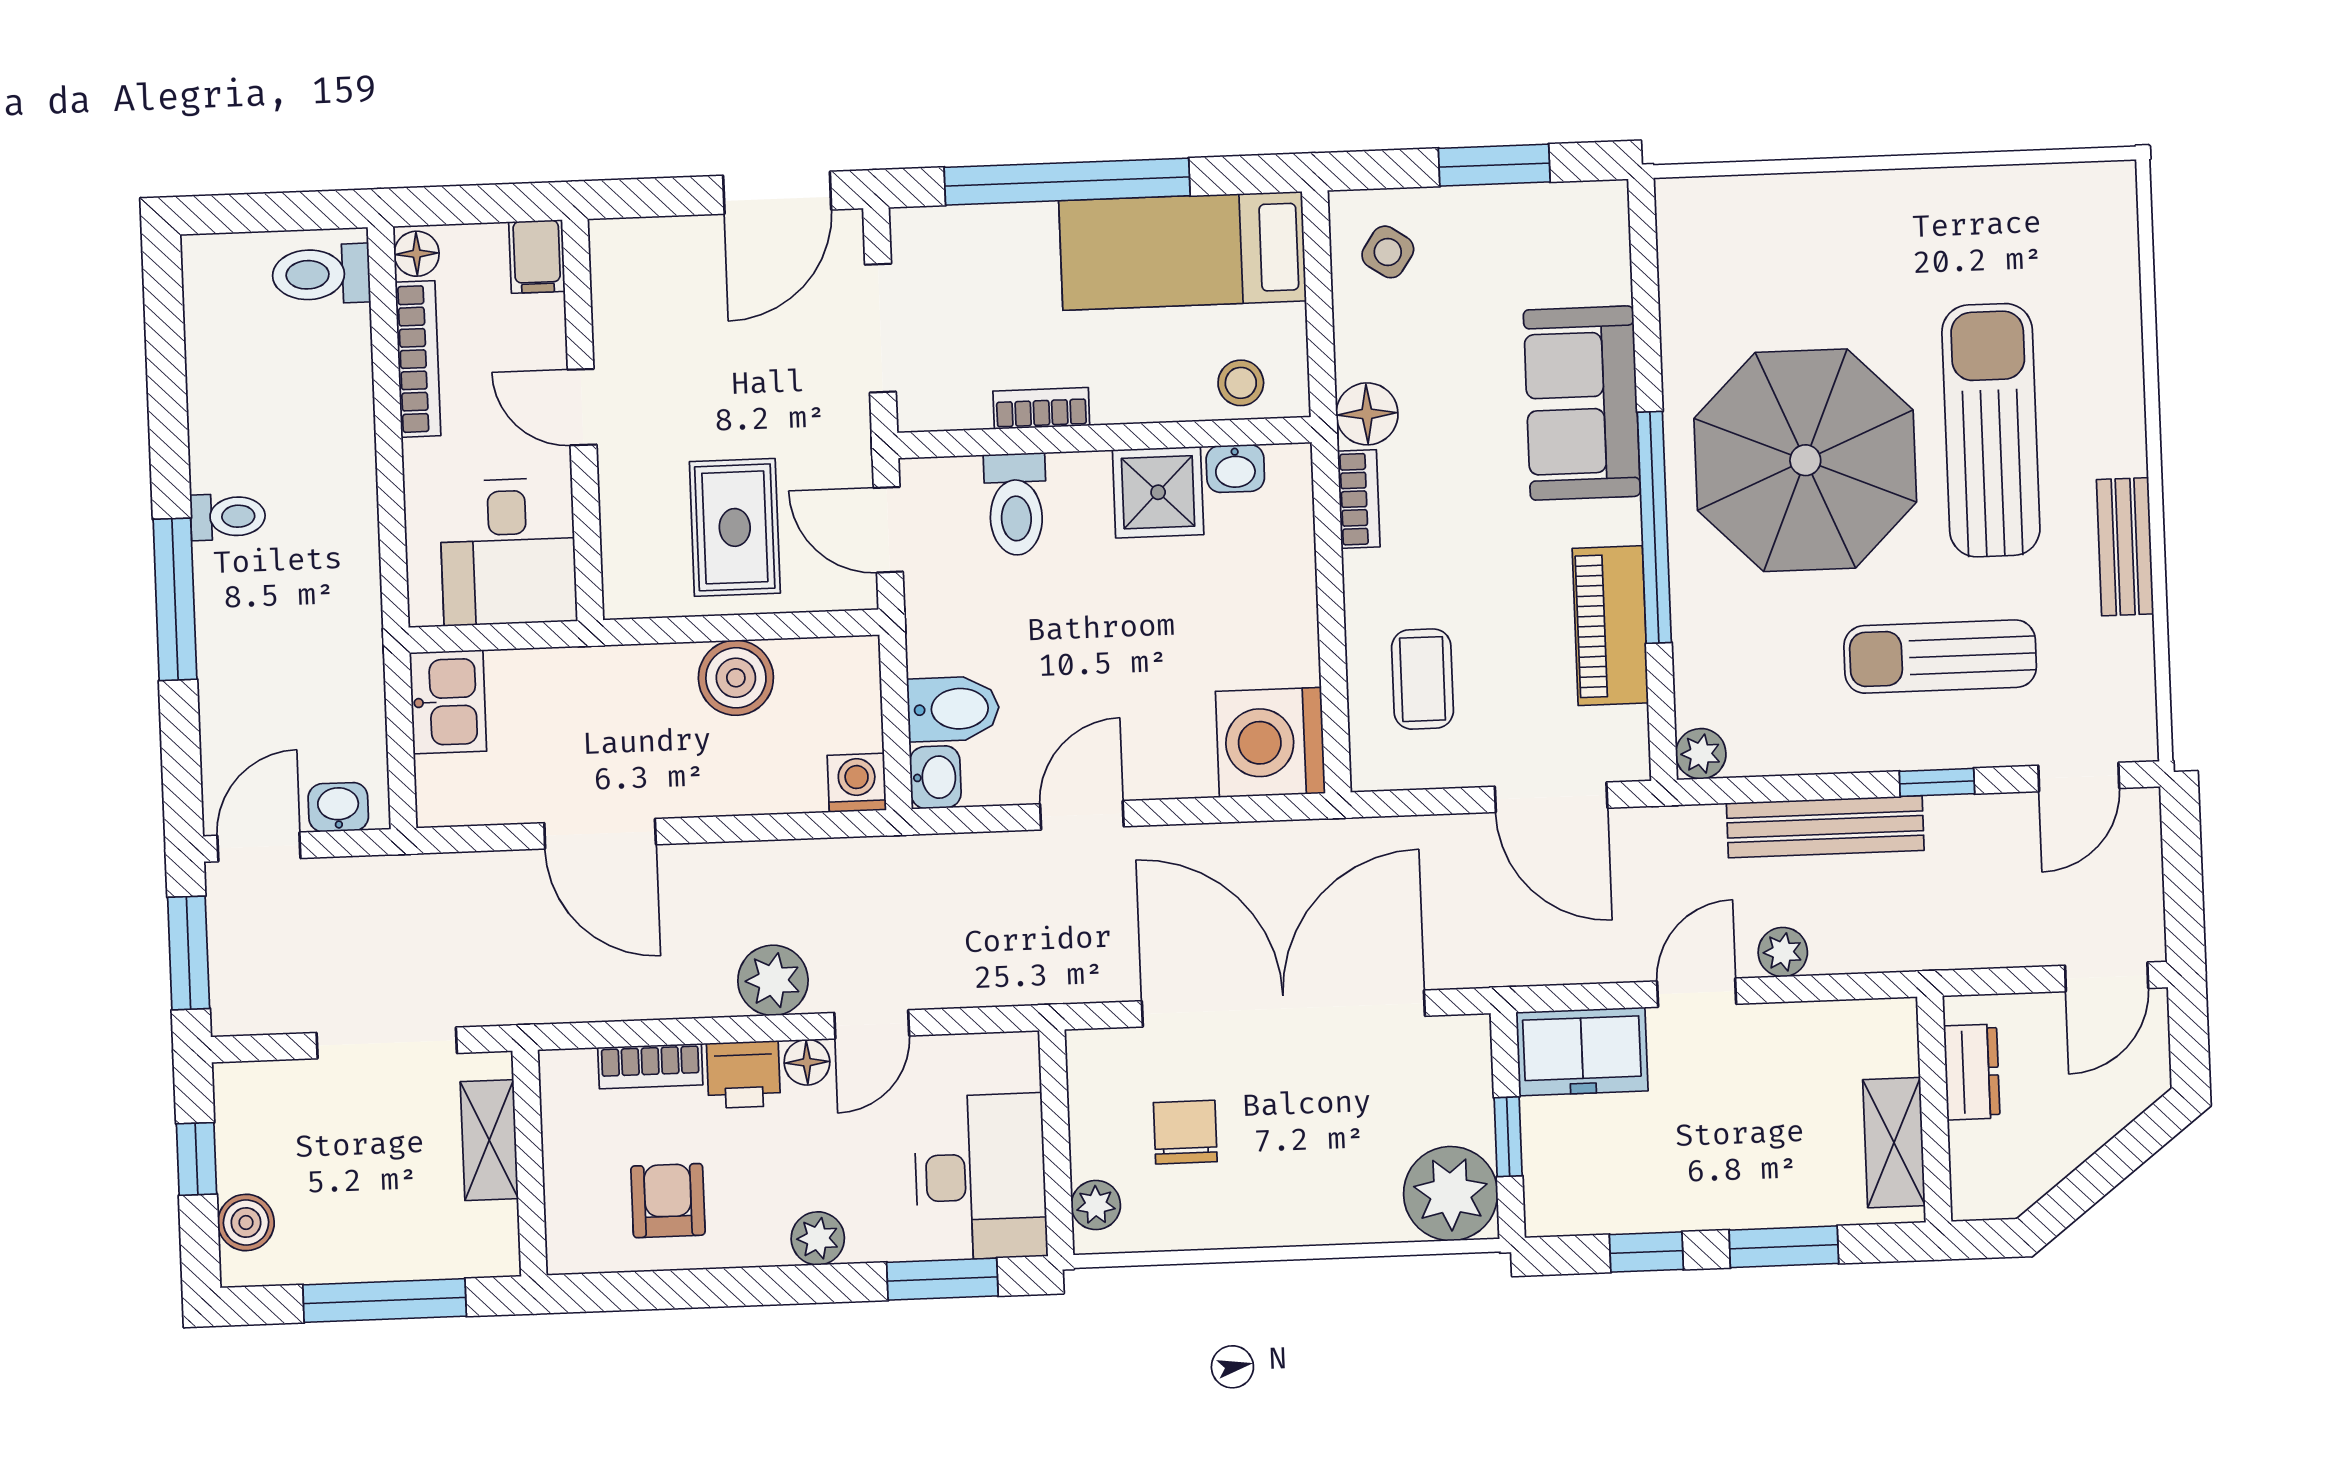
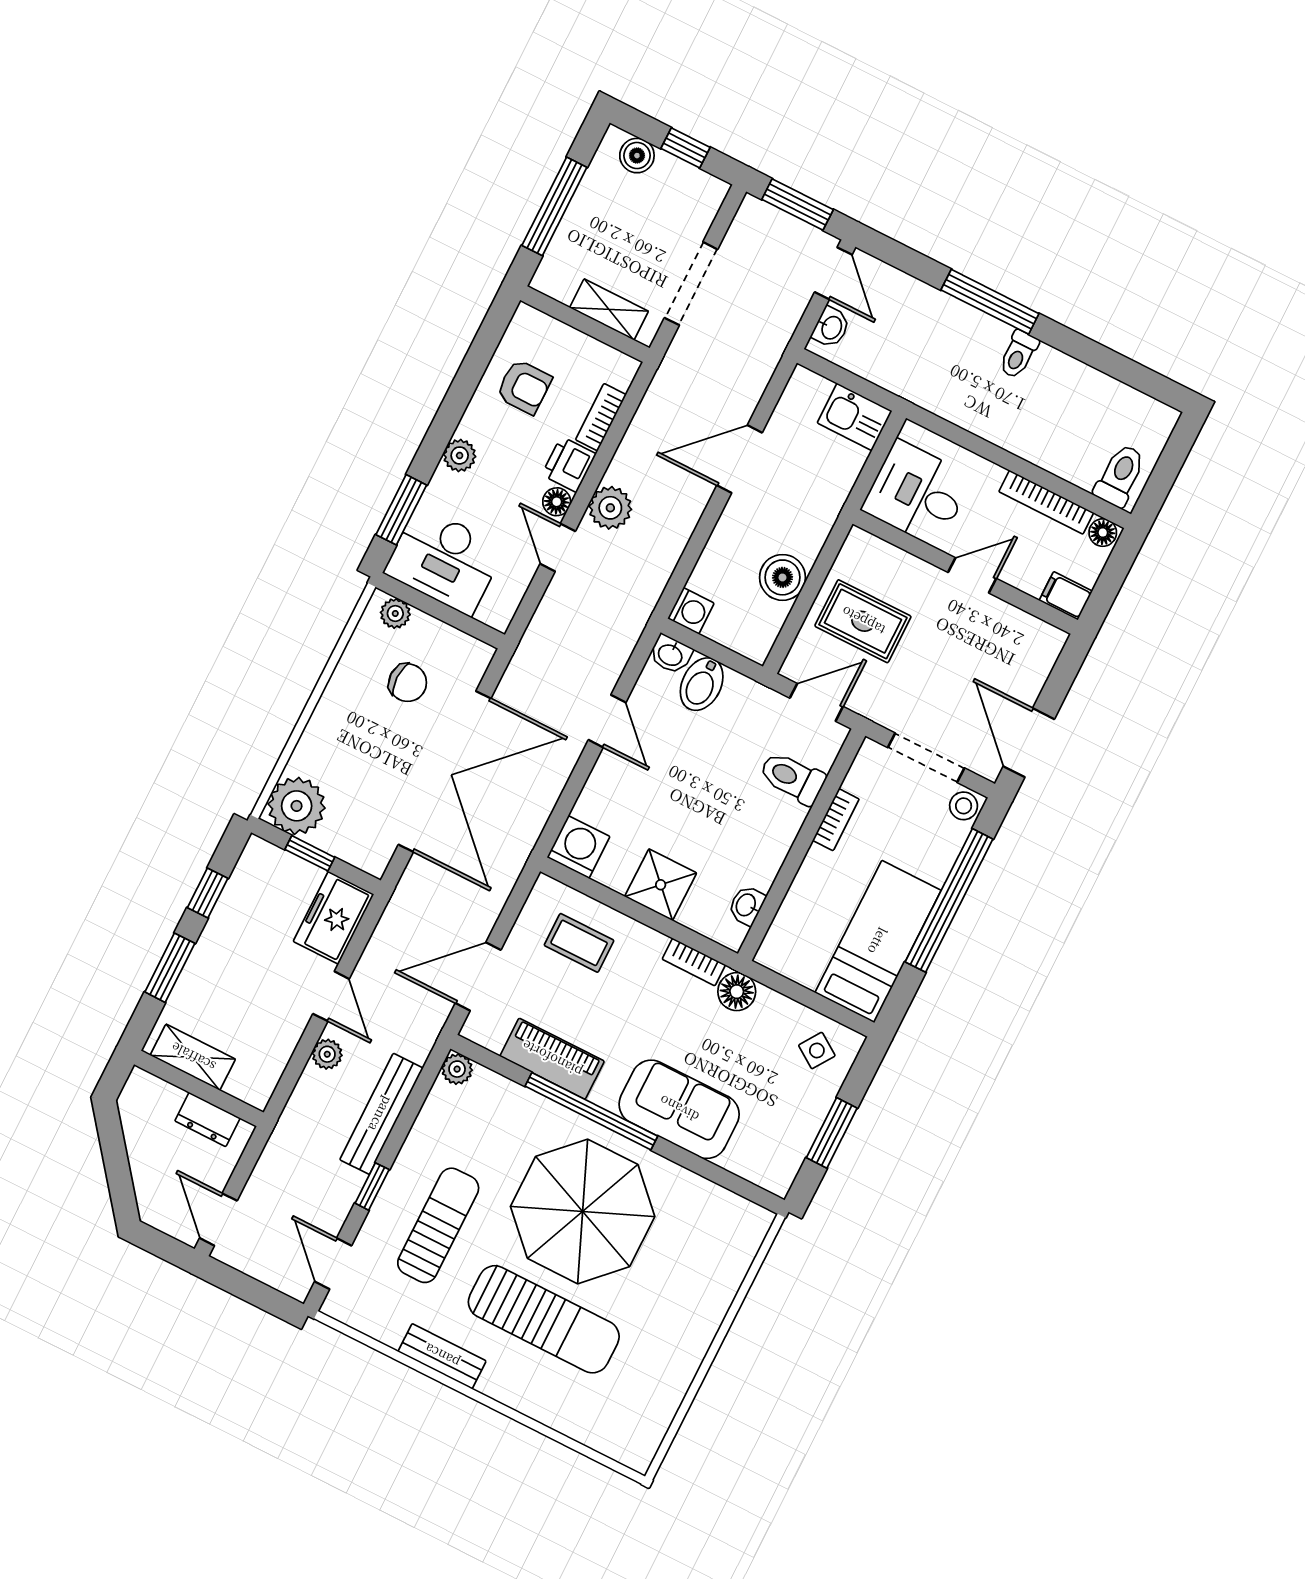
stool: (1241, 383) -> (964, 806), moved
shower: (1158, 492) -> (661, 885), moved
washing machine: (1270, 742) -> (579, 847), width x0.73, depth x0.73

